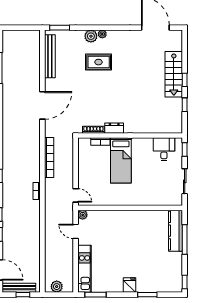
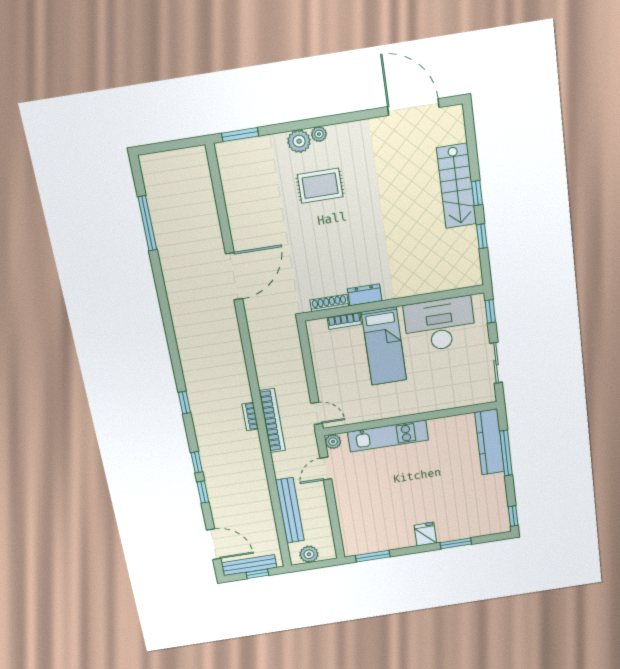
bench: (50, 56) -> (290, 510), moved
desk: (164, 149) -> (440, 324), width x1.87, depth x1.30
bookcase: (49, 158) -> (272, 421), moved
door: (76, 231) -> (326, 469), hinge flipped
kitchen unit: (85, 269) -> (388, 436), moved, turned 90

